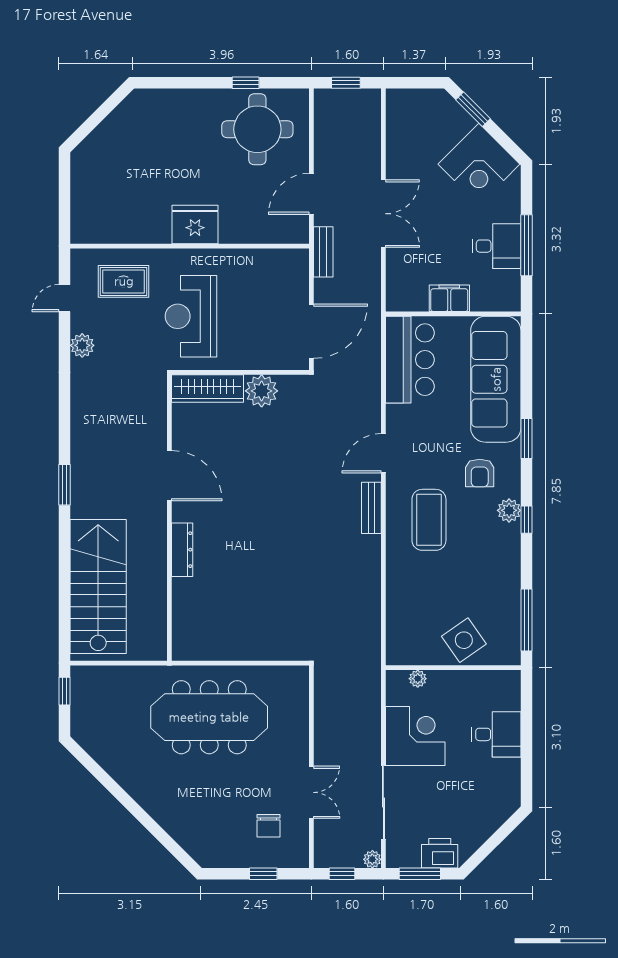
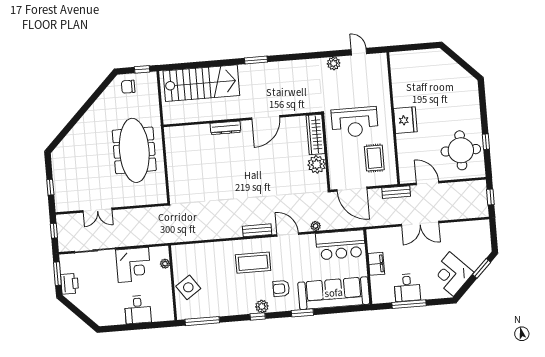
rug: (124, 281) -> (374, 158), moved
reception desk: (191, 316) -> (355, 122), turned 180
chair: (268, 826) -> (128, 87), moved
plant: (372, 859) -> (316, 226), moved

